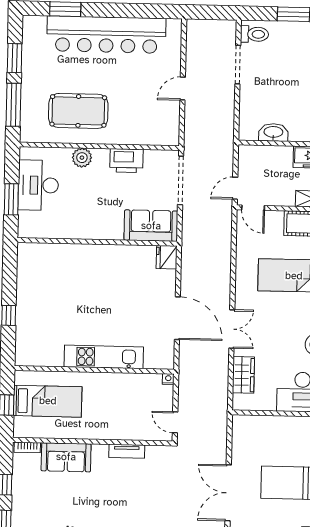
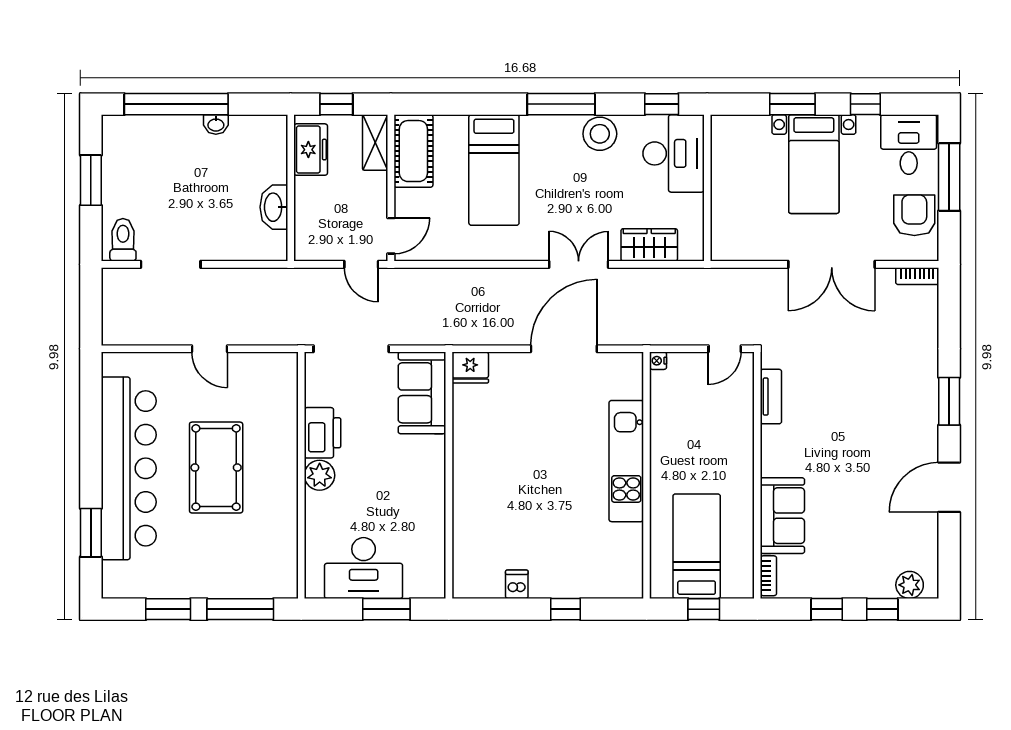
pool table: (78, 111) -> (216, 468), moved
plant: (82, 158) -> (320, 475), moved
dishwasher: (26, 284) -> (517, 584), added
tv unit: (127, 451) -> (771, 397), moved

